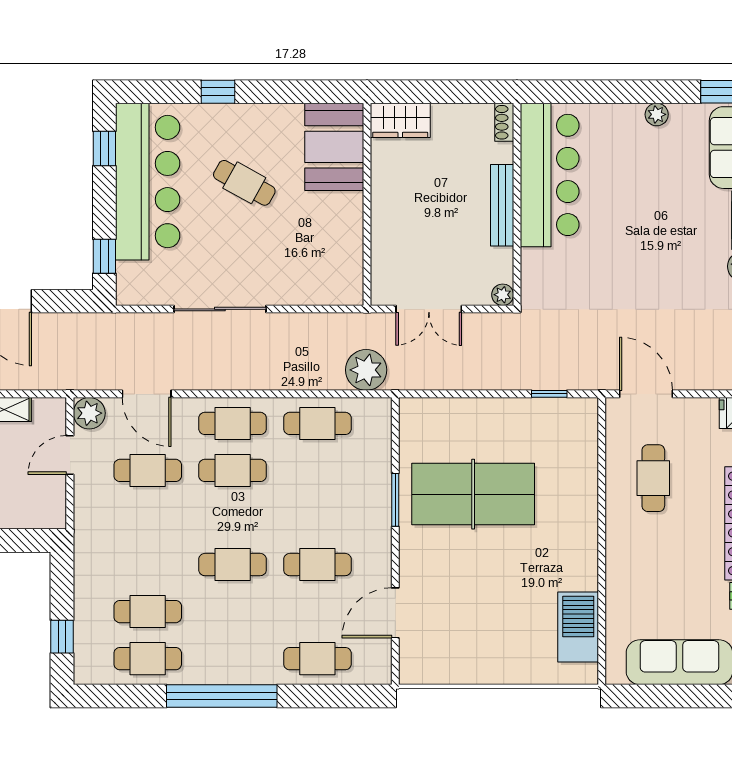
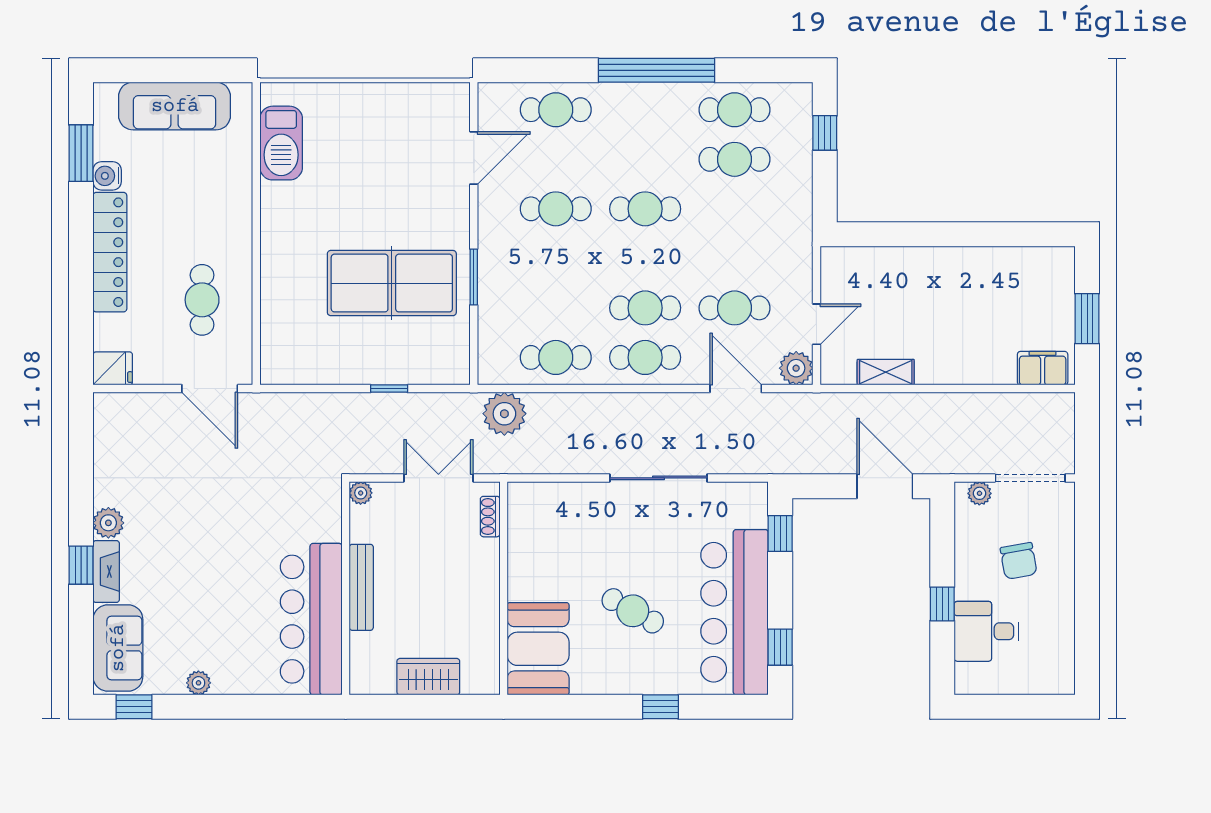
wardrobe: (400, 120) -> (428, 677), moved
shoe rack: (504, 122) -> (490, 517), moved, turned 180
window: (549, 394) -> (389, 389), moved

